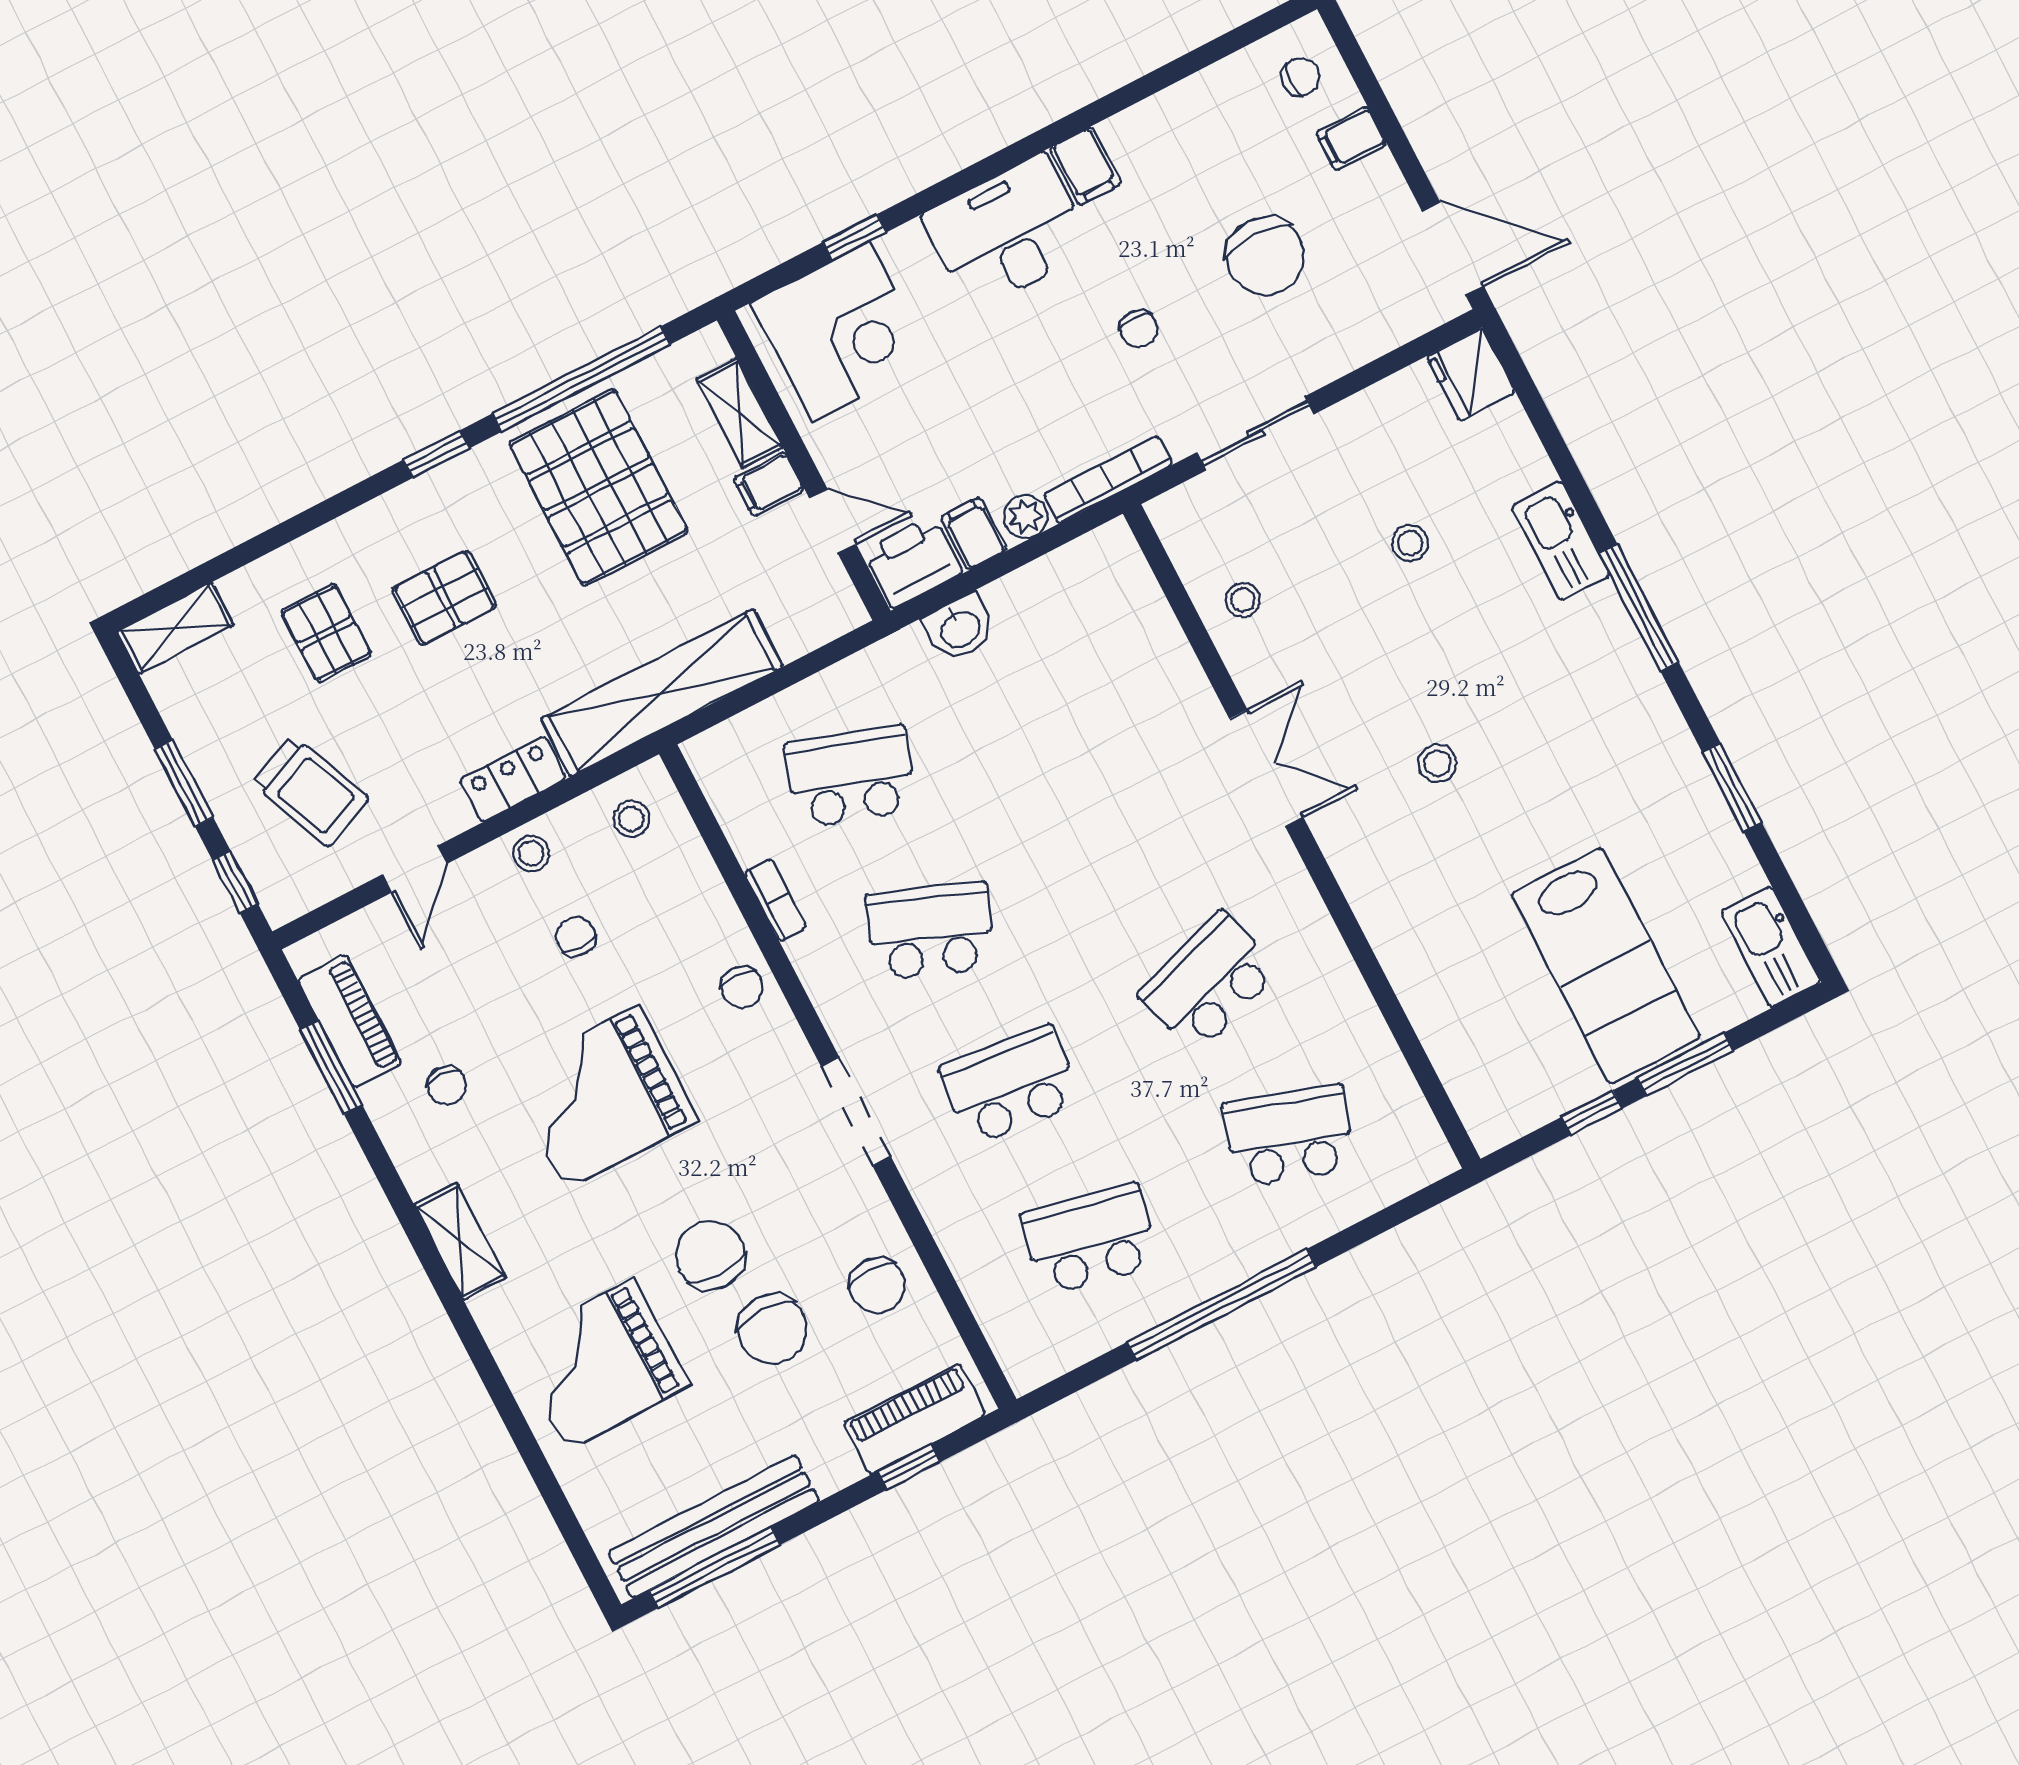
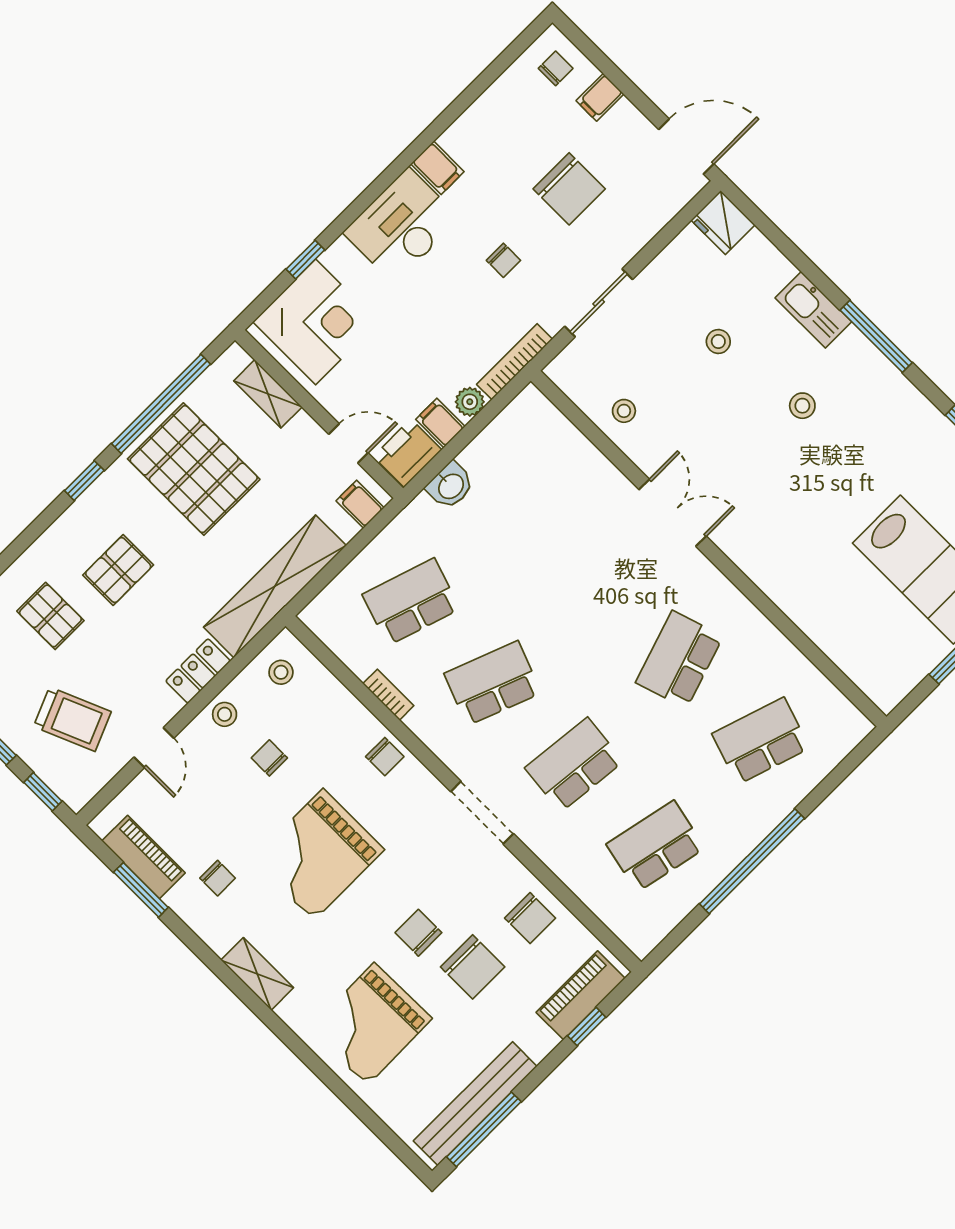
filing cabinet: (769, 484) -> (360, 504), moved, turned 90
stool: (1437, 763) -> (802, 406), moved
chair: (710, 1255) -> (418, 933), width x0.73, depth x0.73

